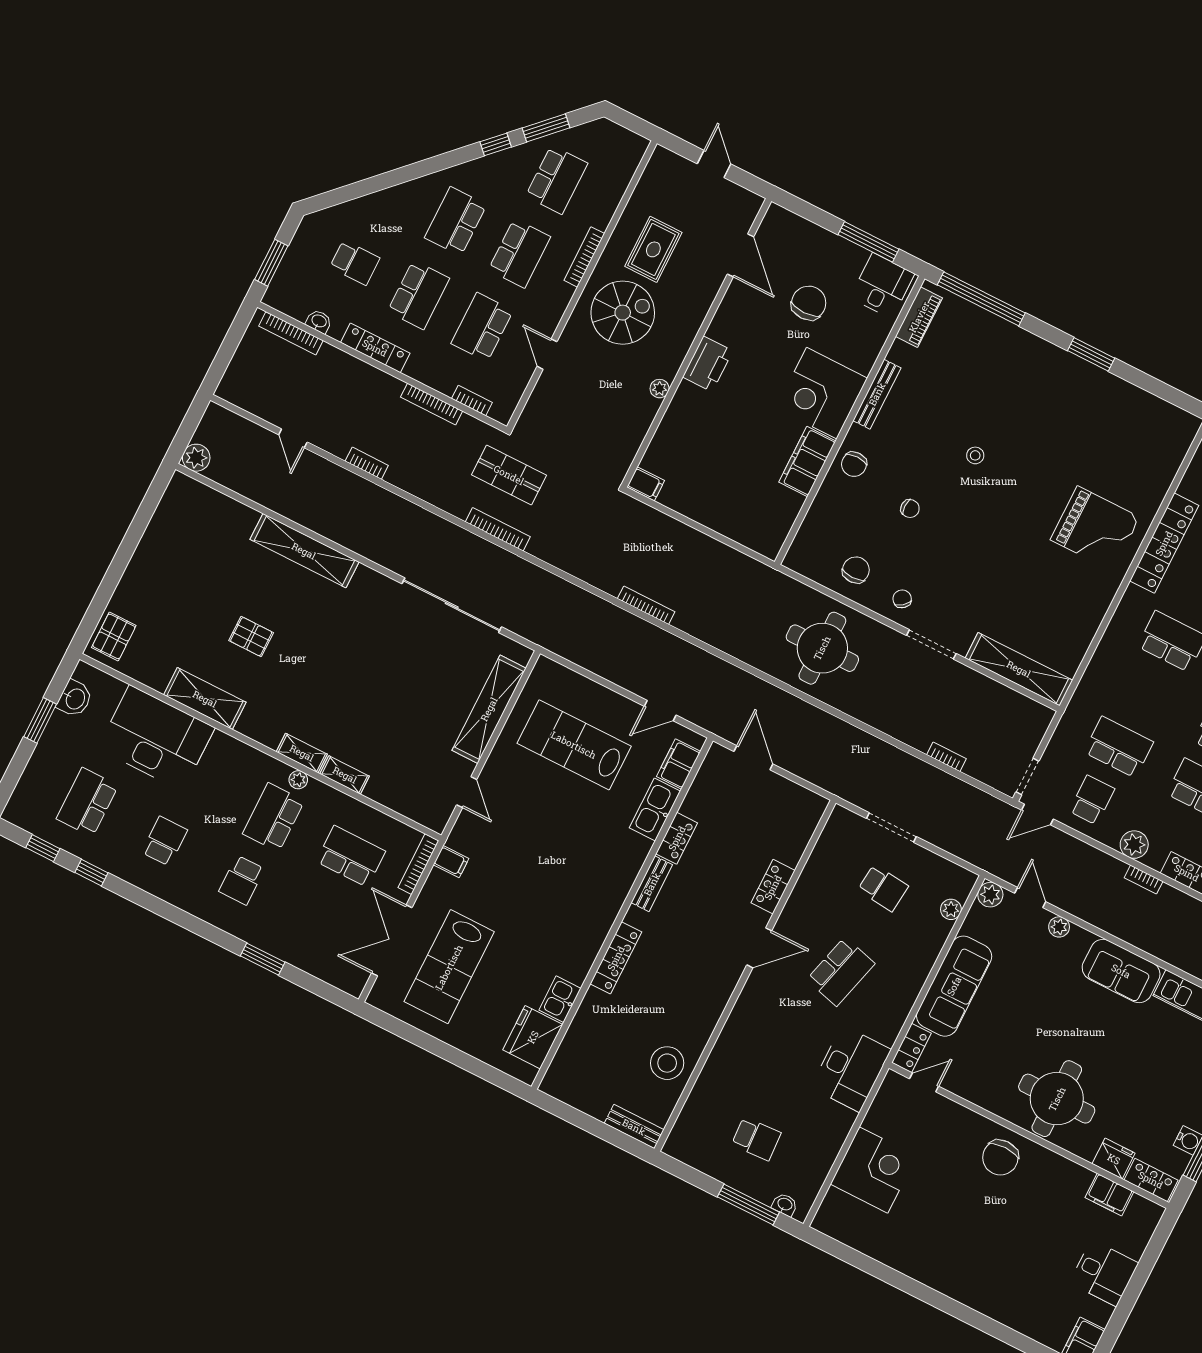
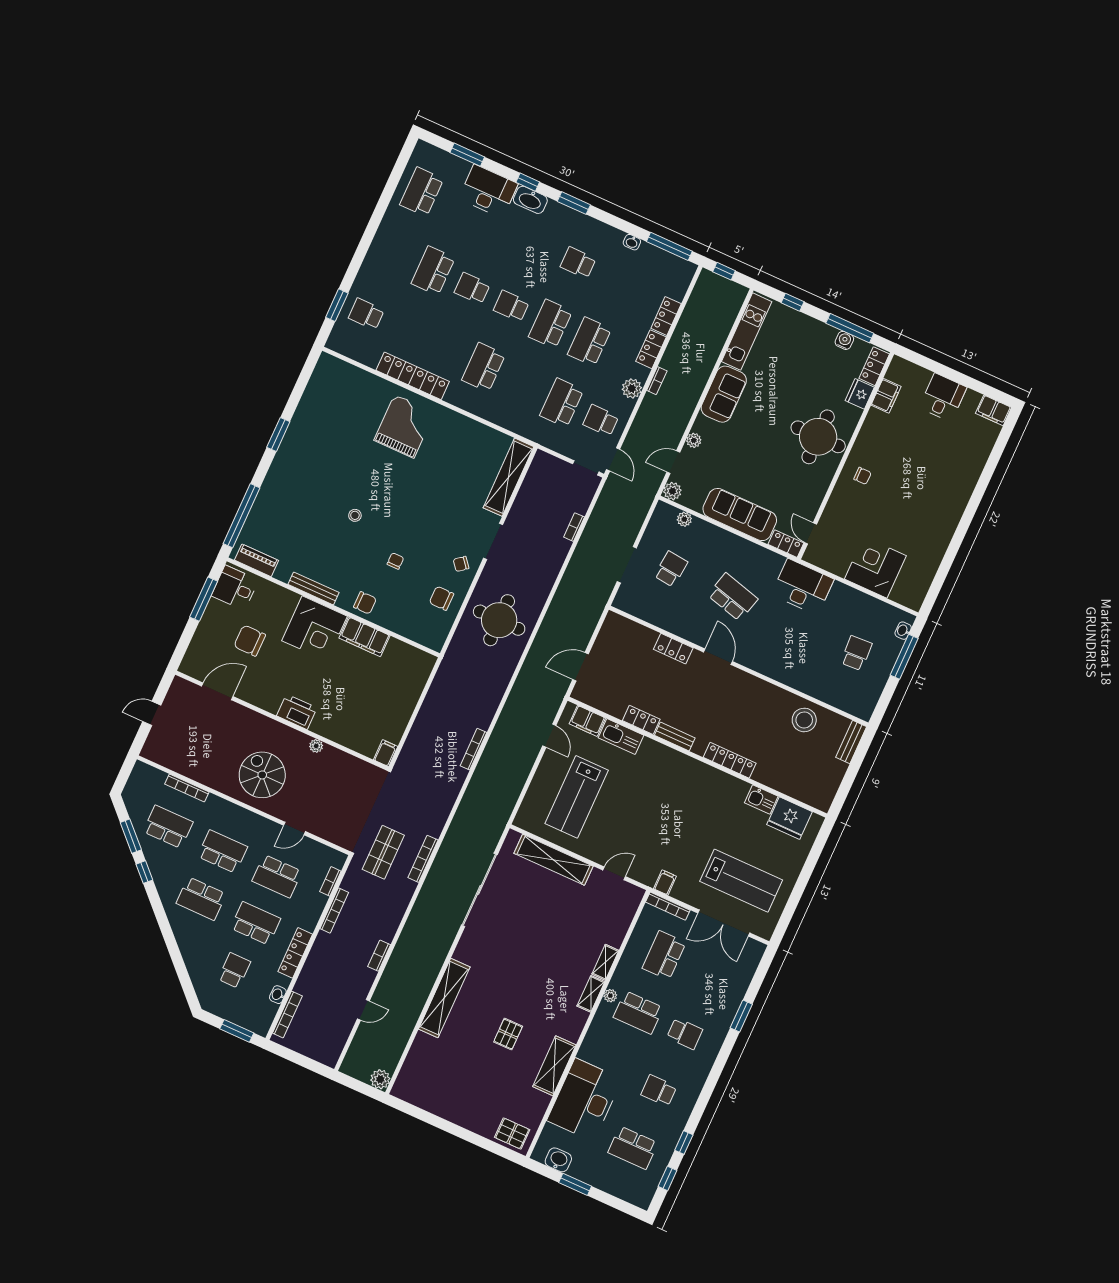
rug: (653, 249) -> (216, 755), removed
bookcase: (584, 257) -> (187, 788), moved
chair: (1000, 1158) -> (862, 476), width x0.54, depth x0.54

